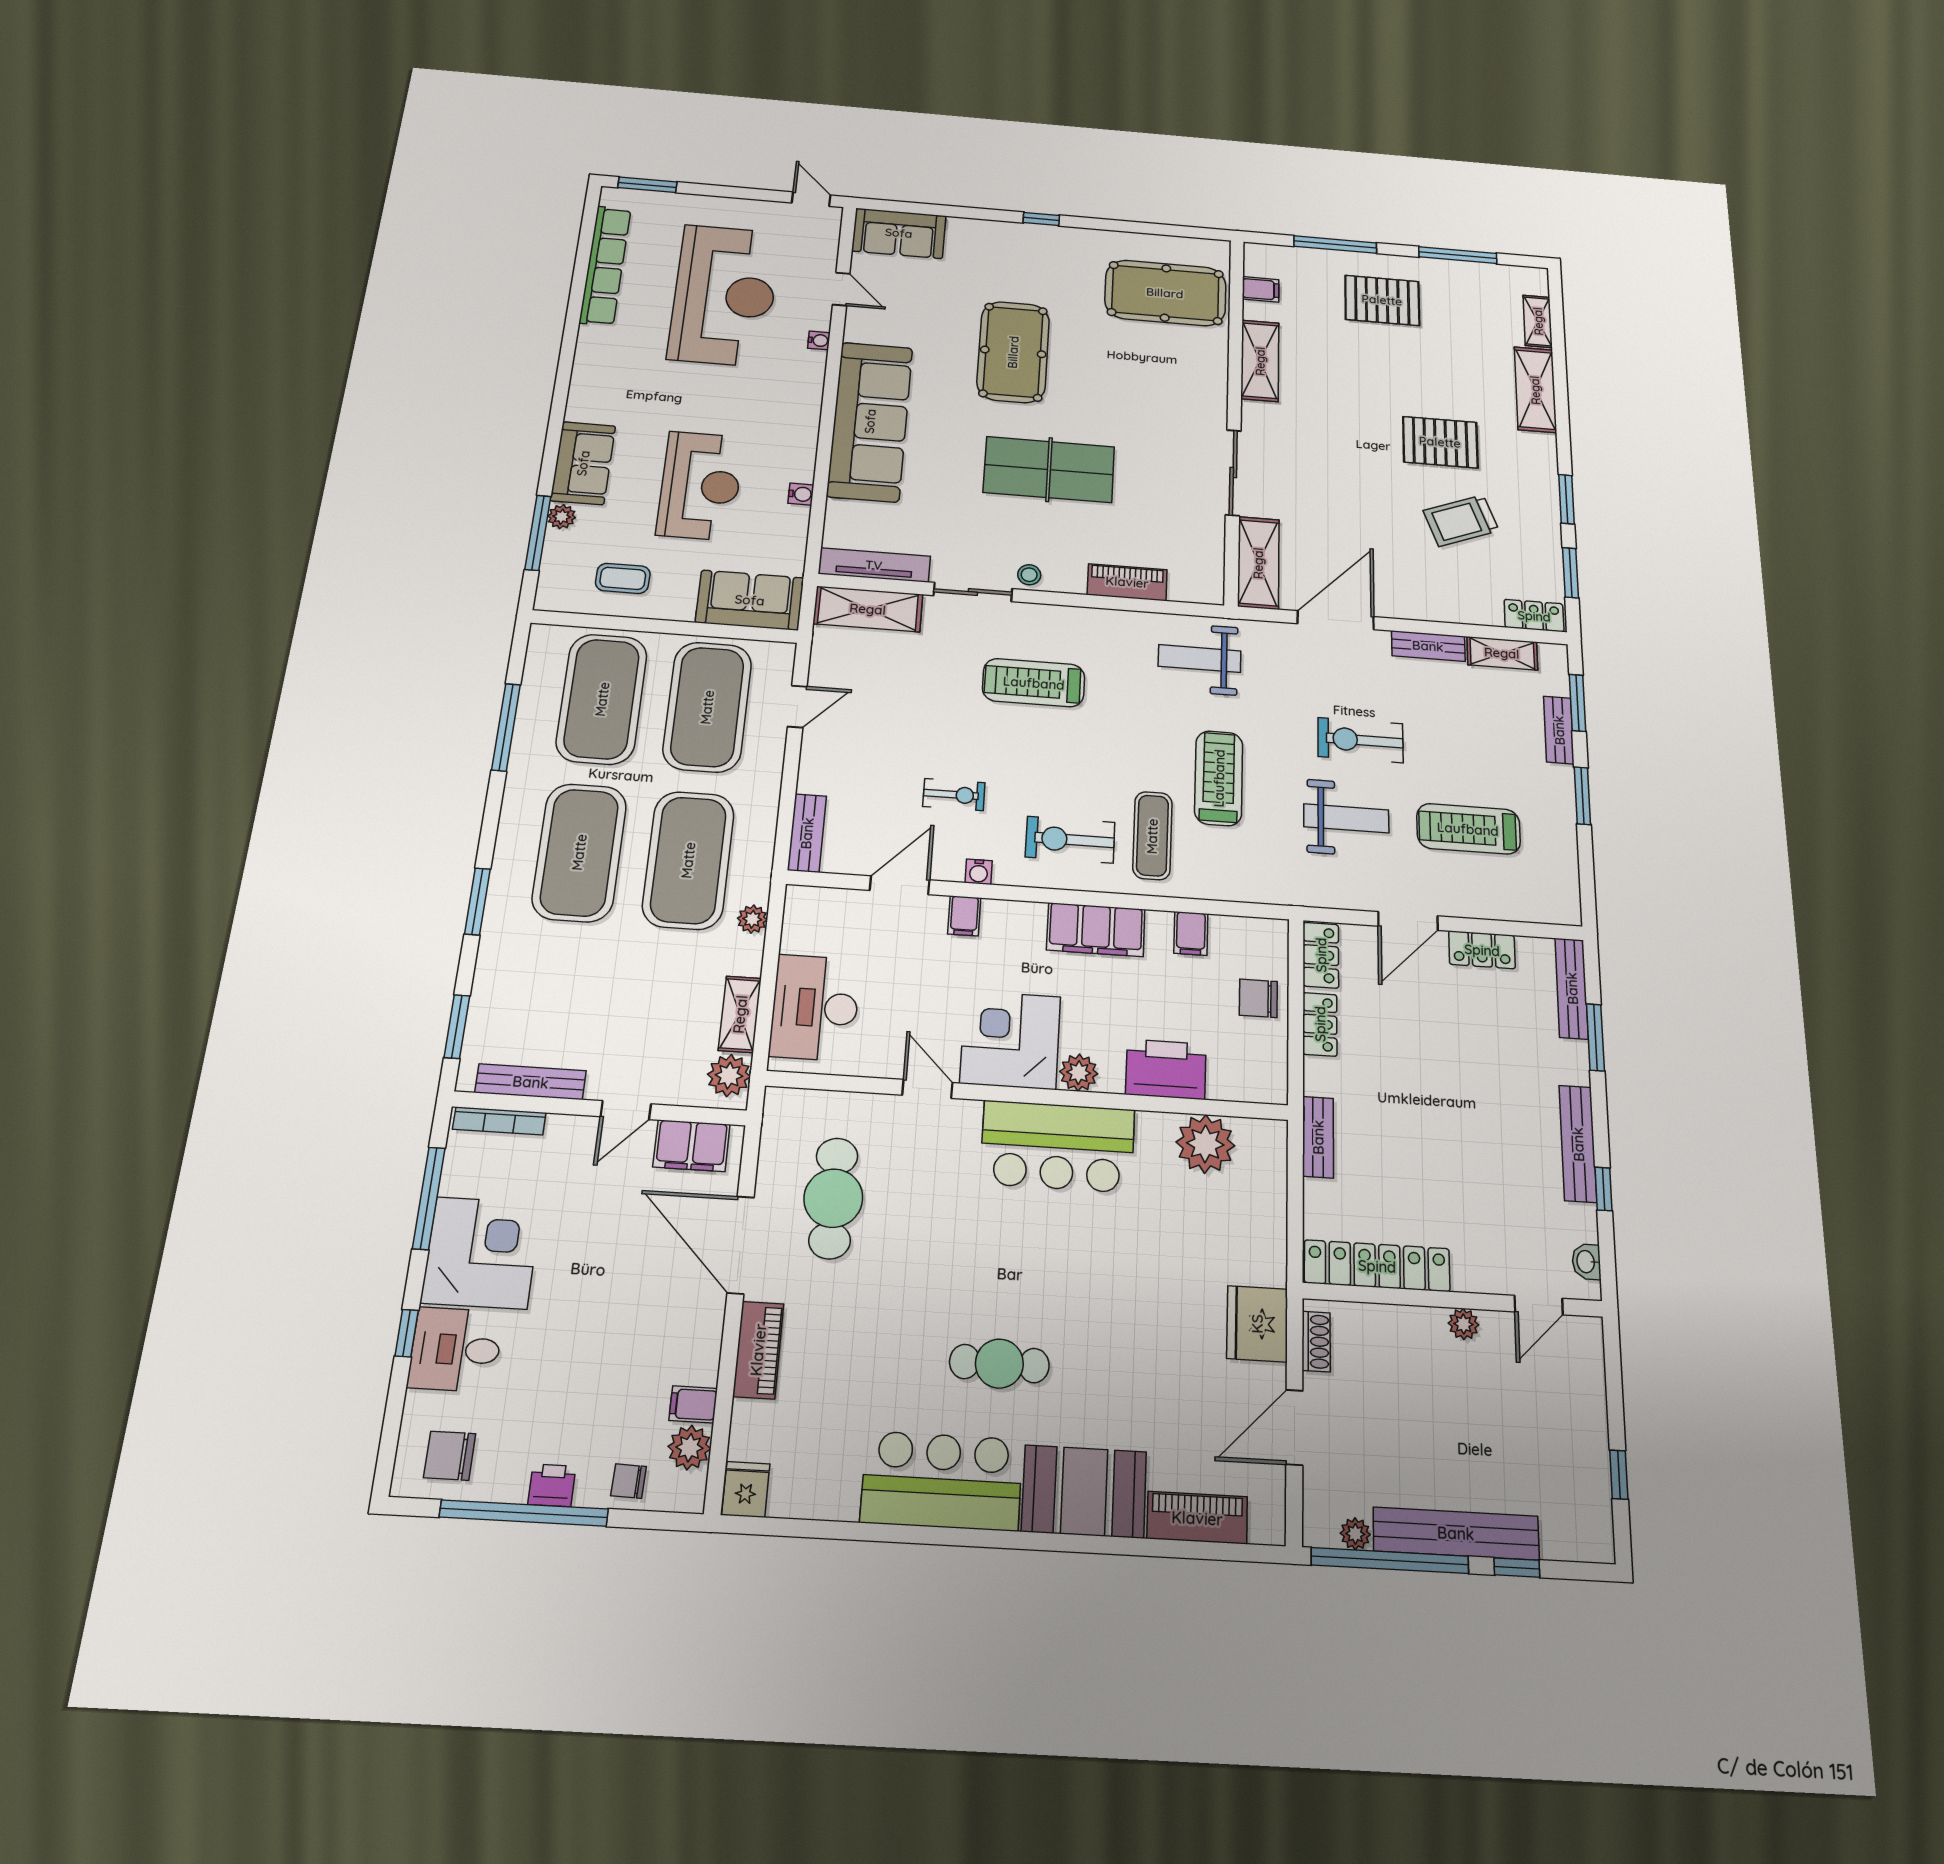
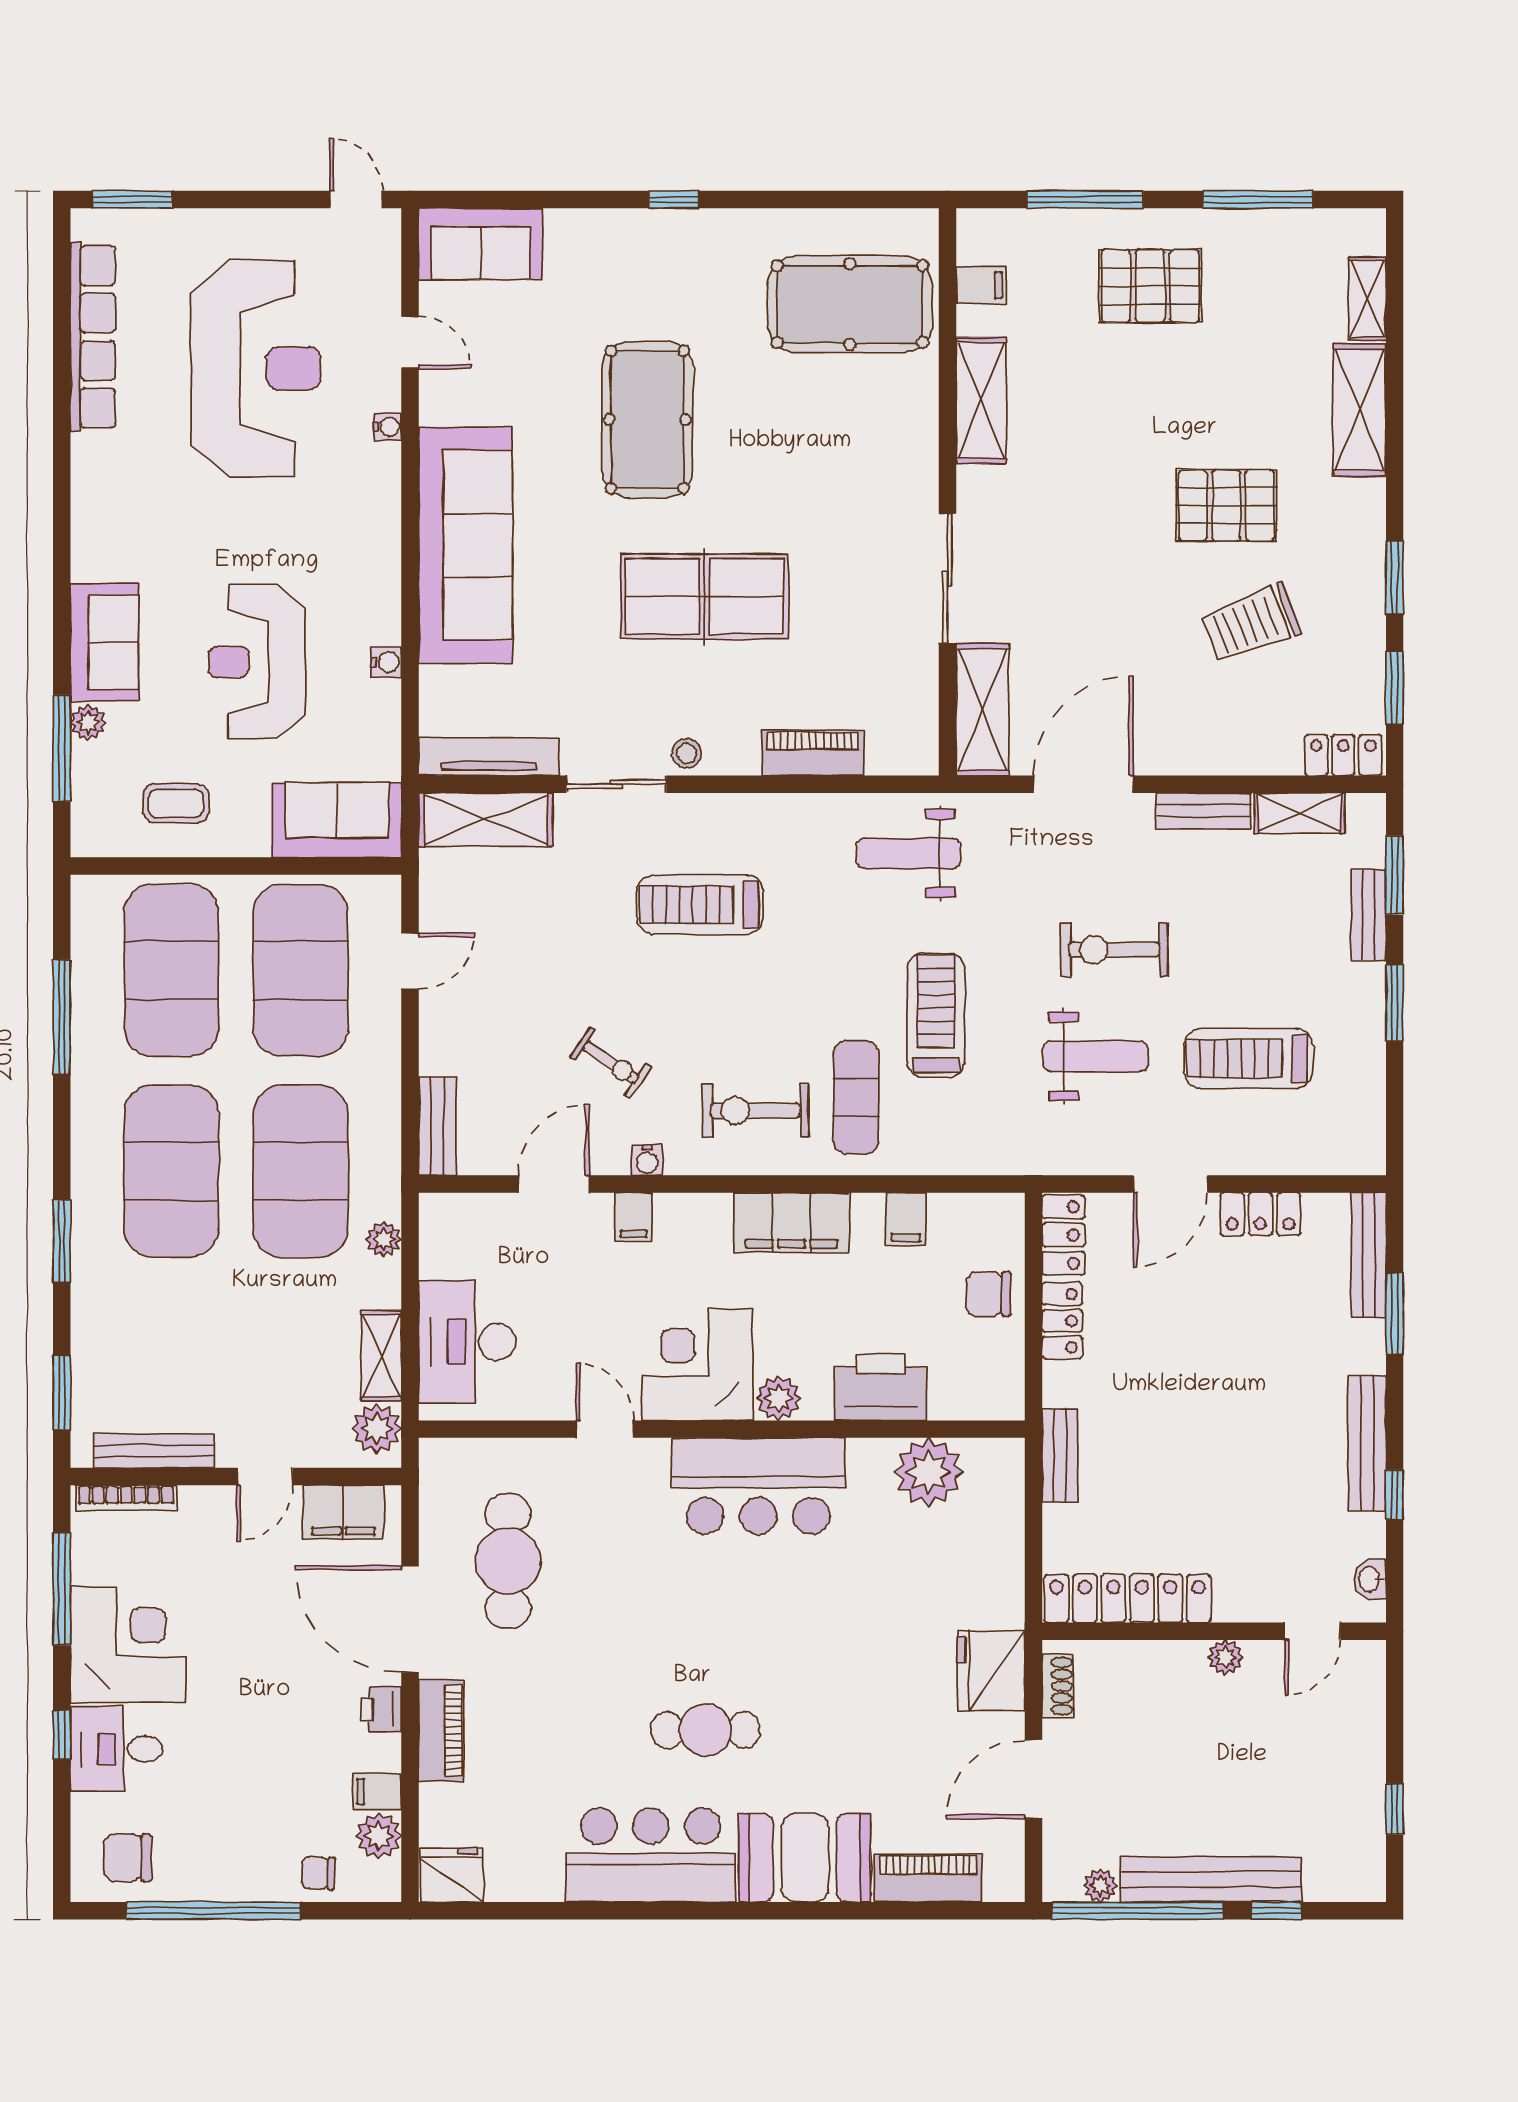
reception desk: (700, 486) -> (257, 662), turned 180
exercise bike: (954, 795) -> (611, 1063), turned 34
printer: (552, 1485) -> (381, 1710), moved, turned -90
fridge: (746, 1489) -> (452, 1875), width x1.38

